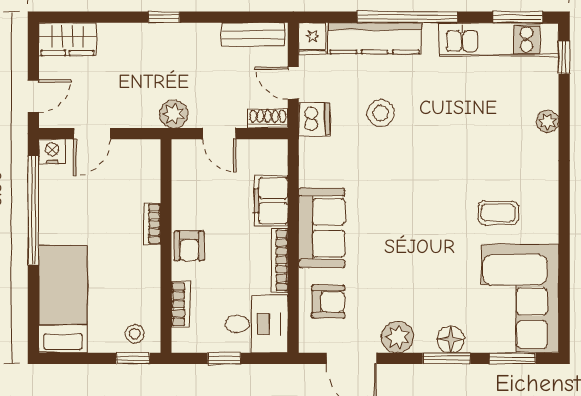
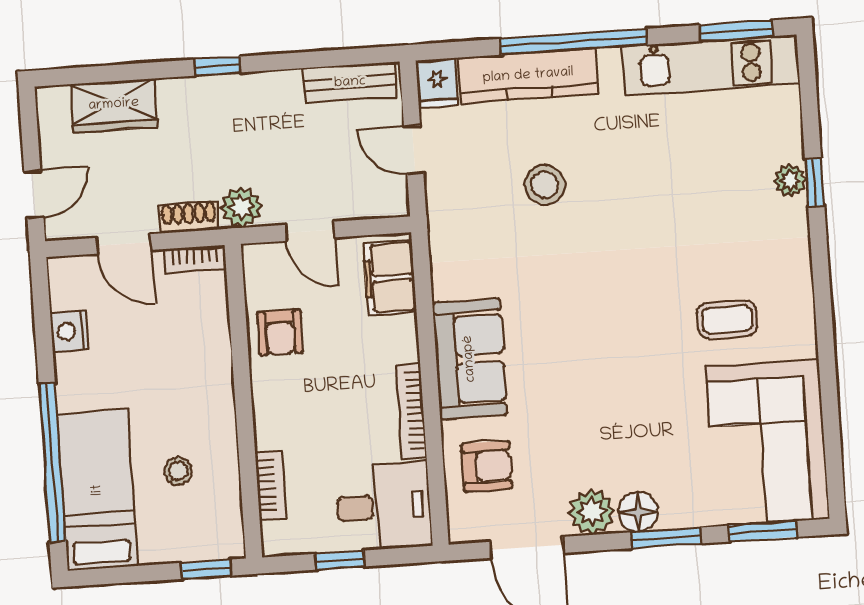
wardrobe: (67, 39) -> (114, 105), moved
window: (564, 57) -> (815, 182), moved
shoe rack: (268, 118) -> (189, 217), moved
dishwasher: (314, 119) -> (448, 200), removed
door: (92, 134) -> (124, 244), hinge flipped
nightstand: (52, 151) -> (69, 332), moved, turned -90
filing cabinet: (271, 201) -> (390, 278), moved
window: (33, 210) -> (52, 463), moved
bookcase: (152, 224) -> (195, 259), moved, turned -90
armchair: (189, 246) -> (280, 332), moved
stool: (135, 334) -> (178, 471), moved
floor lamp: (451, 339) -> (638, 512), moved

